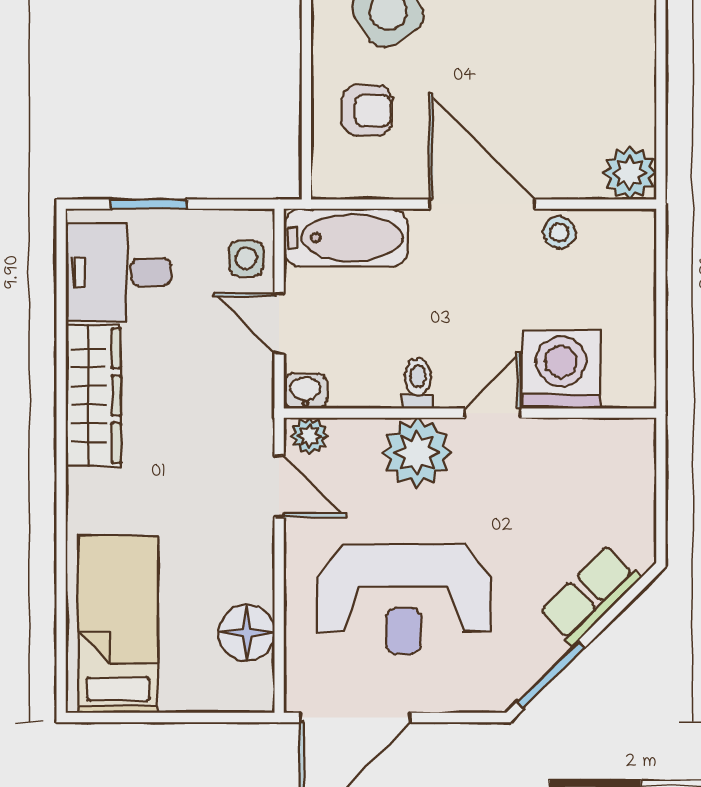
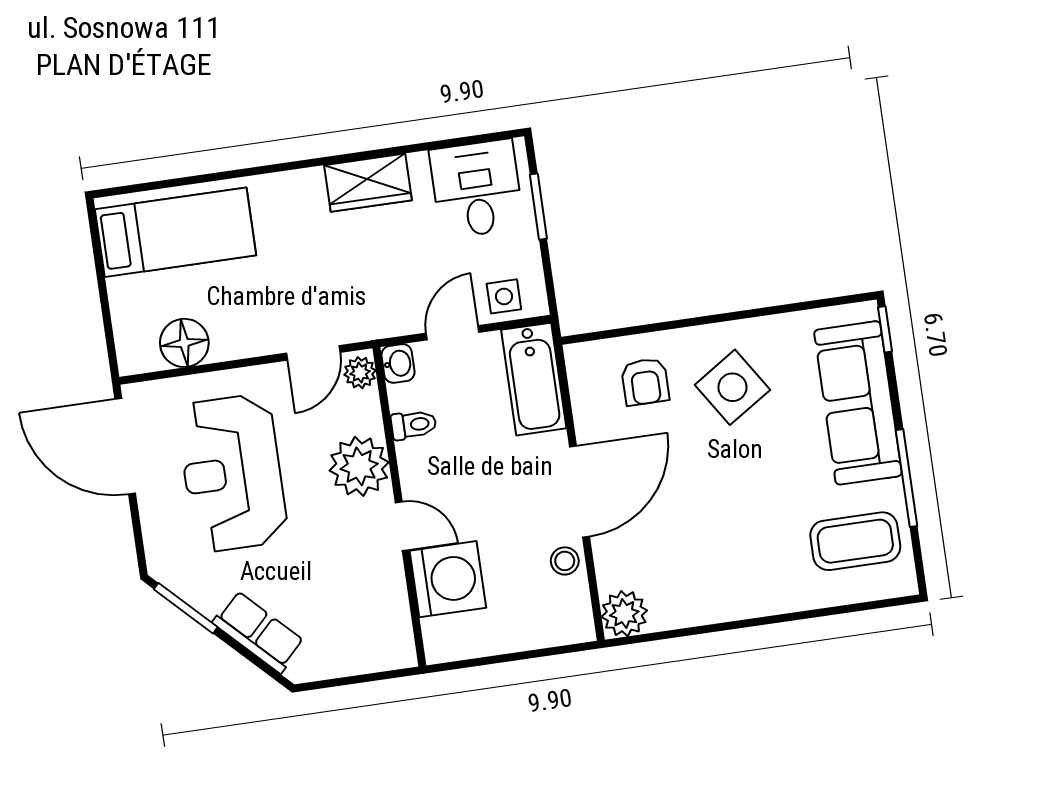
toilet: (418, 383) -> (414, 425), moved
wardrobe: (93, 396) -> (368, 183), width x0.67

